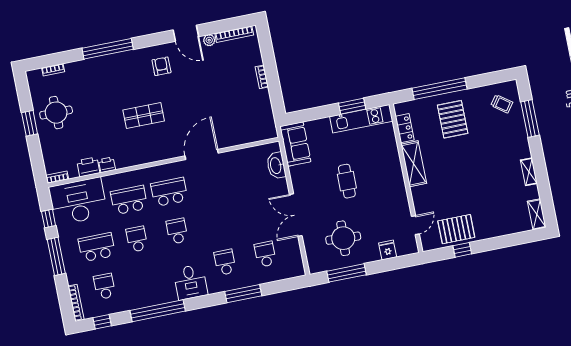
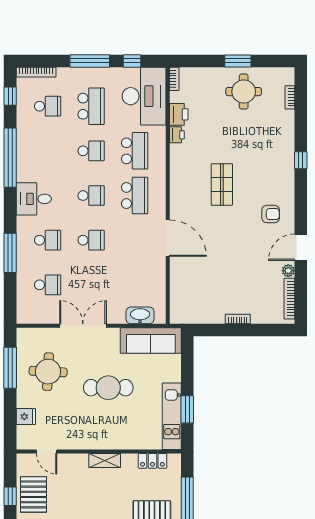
window: (108, 49) -> (301, 160), width x0.32
sofa: (295, 144) -> (151, 341), width x1.36
shelving: (414, 164) -> (105, 460), width x0.67, depth x0.75
cafe table: (347, 181) -> (108, 388), width x1.37, depth x1.35
school desk: (217, 223) -> (91, 240), added

